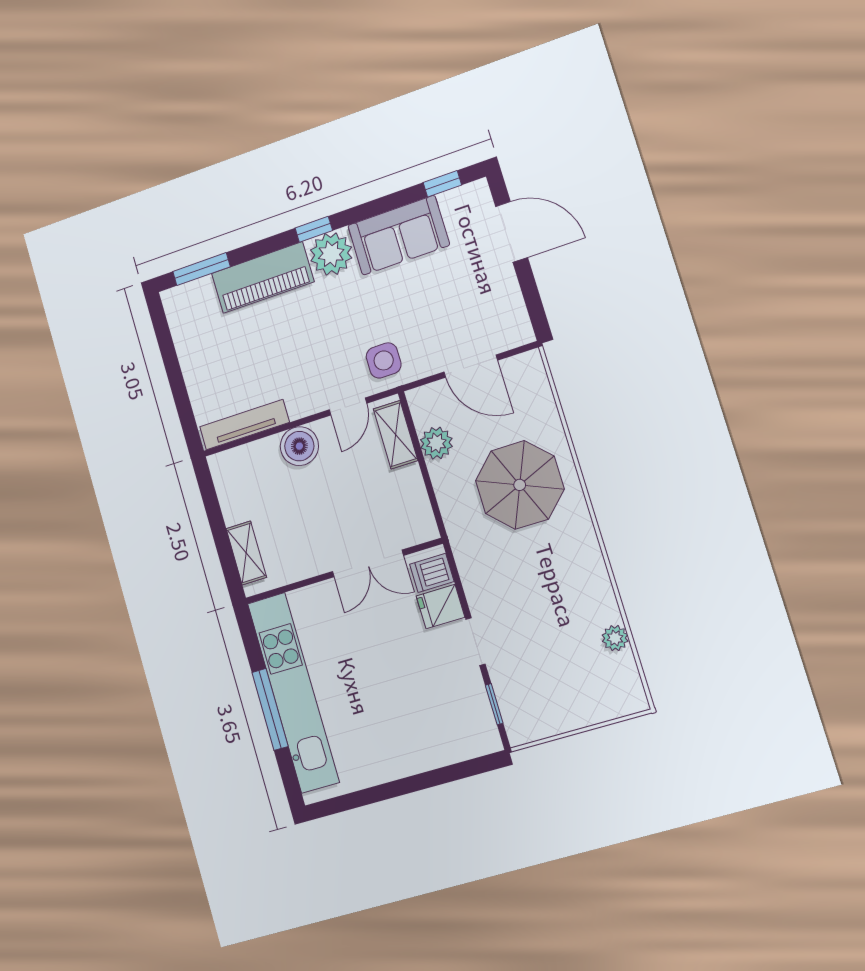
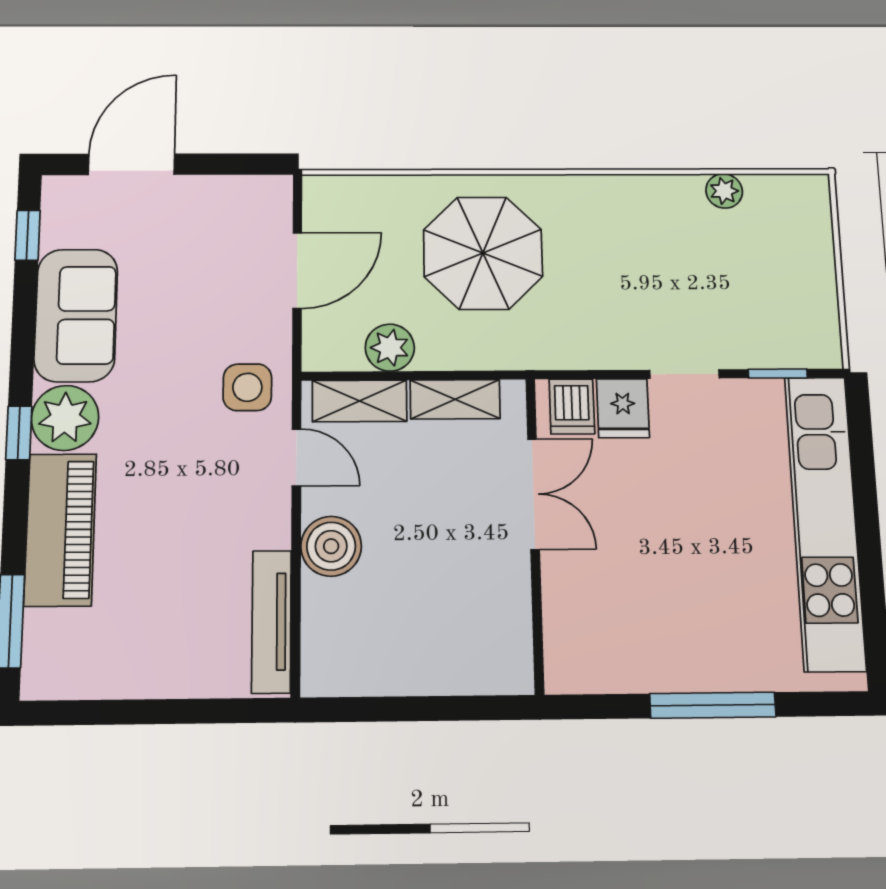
shelving: (246, 553) -> (455, 399), moved
kitchen unit: (293, 692) -> (825, 522), moved, turned -90

